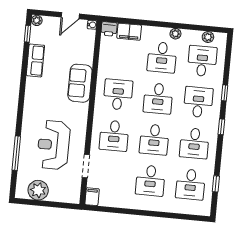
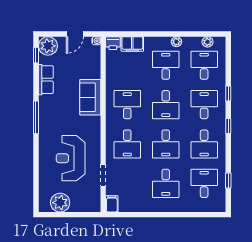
plant: (37, 20) -> (48, 46), width x1.88, depth x1.88
desk: (162, 57) -> (166, 65), turned 180
window: (16, 153) -> (36, 117), moved
desk: (190, 184) -> (204, 183), turned 180

